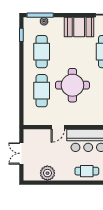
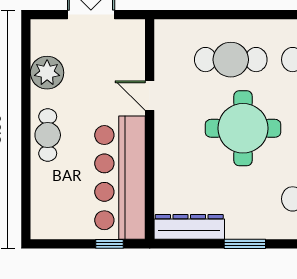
cafe table: (87, 171) -> (48, 135), moved

